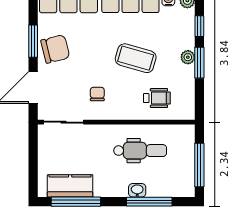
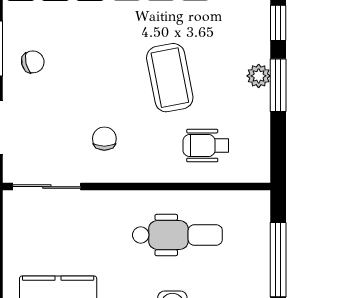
chair: (55, 49) -> (33, 62), width x0.54, depth x0.54
coffee table: (136, 58) -> (170, 78), turned 63
wheelchair: (157, 98) -> (206, 146), turned 180

